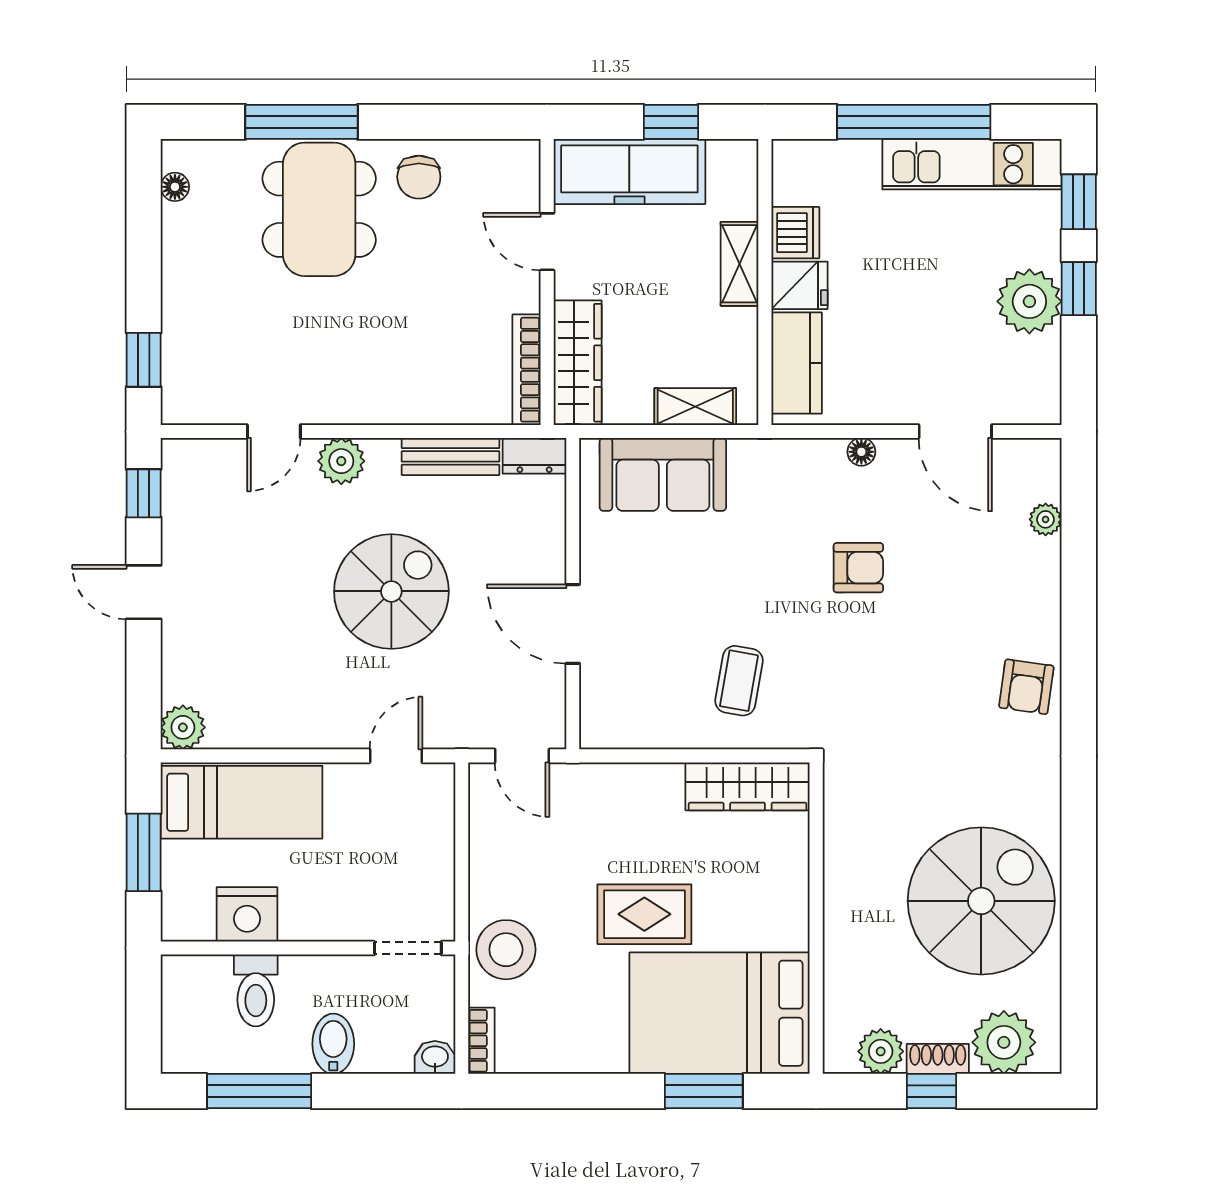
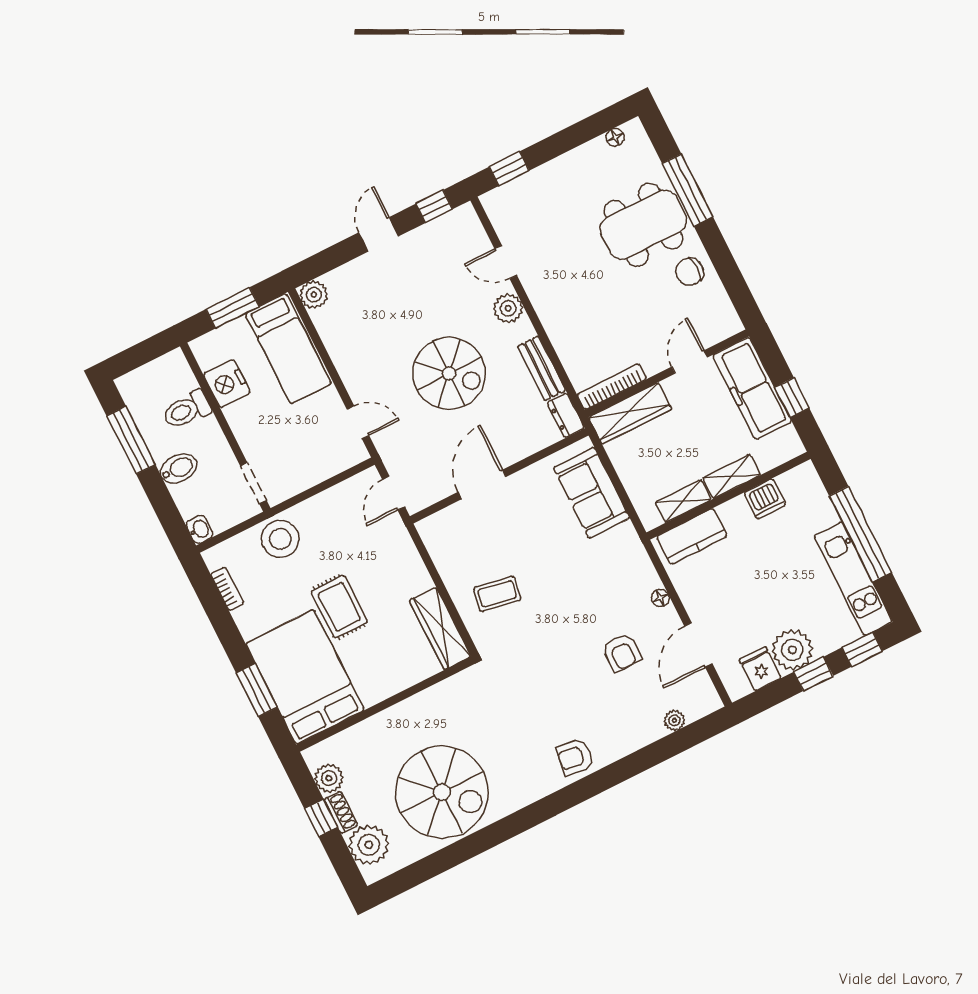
fridge: (800, 285) -> (760, 669), moved, turned 180
shelving: (695, 407) -> (683, 501), moved, turned 90
armchair: (858, 568) -> (622, 652), moved
bookcase: (481, 1041) -> (227, 589), moved, turned -90

